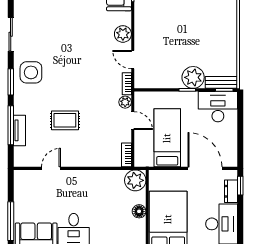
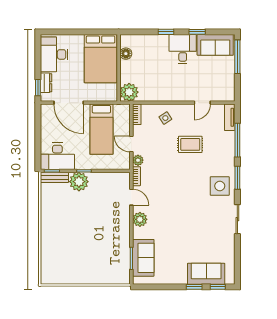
tv unit: (19, 130) -> (230, 117), moved
side table: (94, 151) -> (165, 118), added
floor lamp: (139, 211) -> (126, 54), moved

